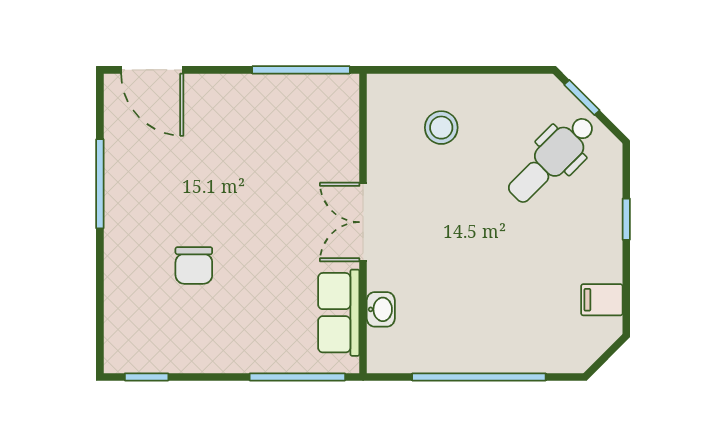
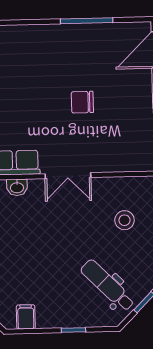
double door: (363, 222) -> (68, 176), swing flipped
chair: (194, 265) -> (82, 102), moved

